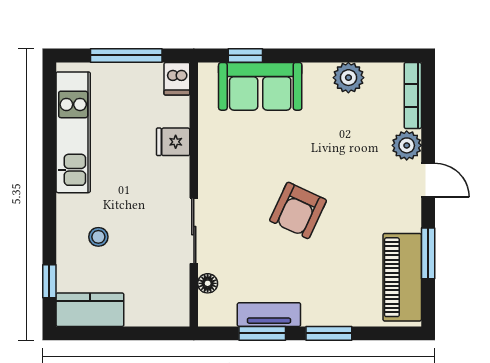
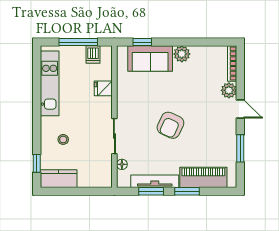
plant: (348, 78) -> (182, 54), moved
dishwasher: (177, 79) -> (93, 55), moved
piano: (402, 277) -> (203, 177), moved, turned 90
tv unit: (269, 315) -> (155, 181), width x1.41

